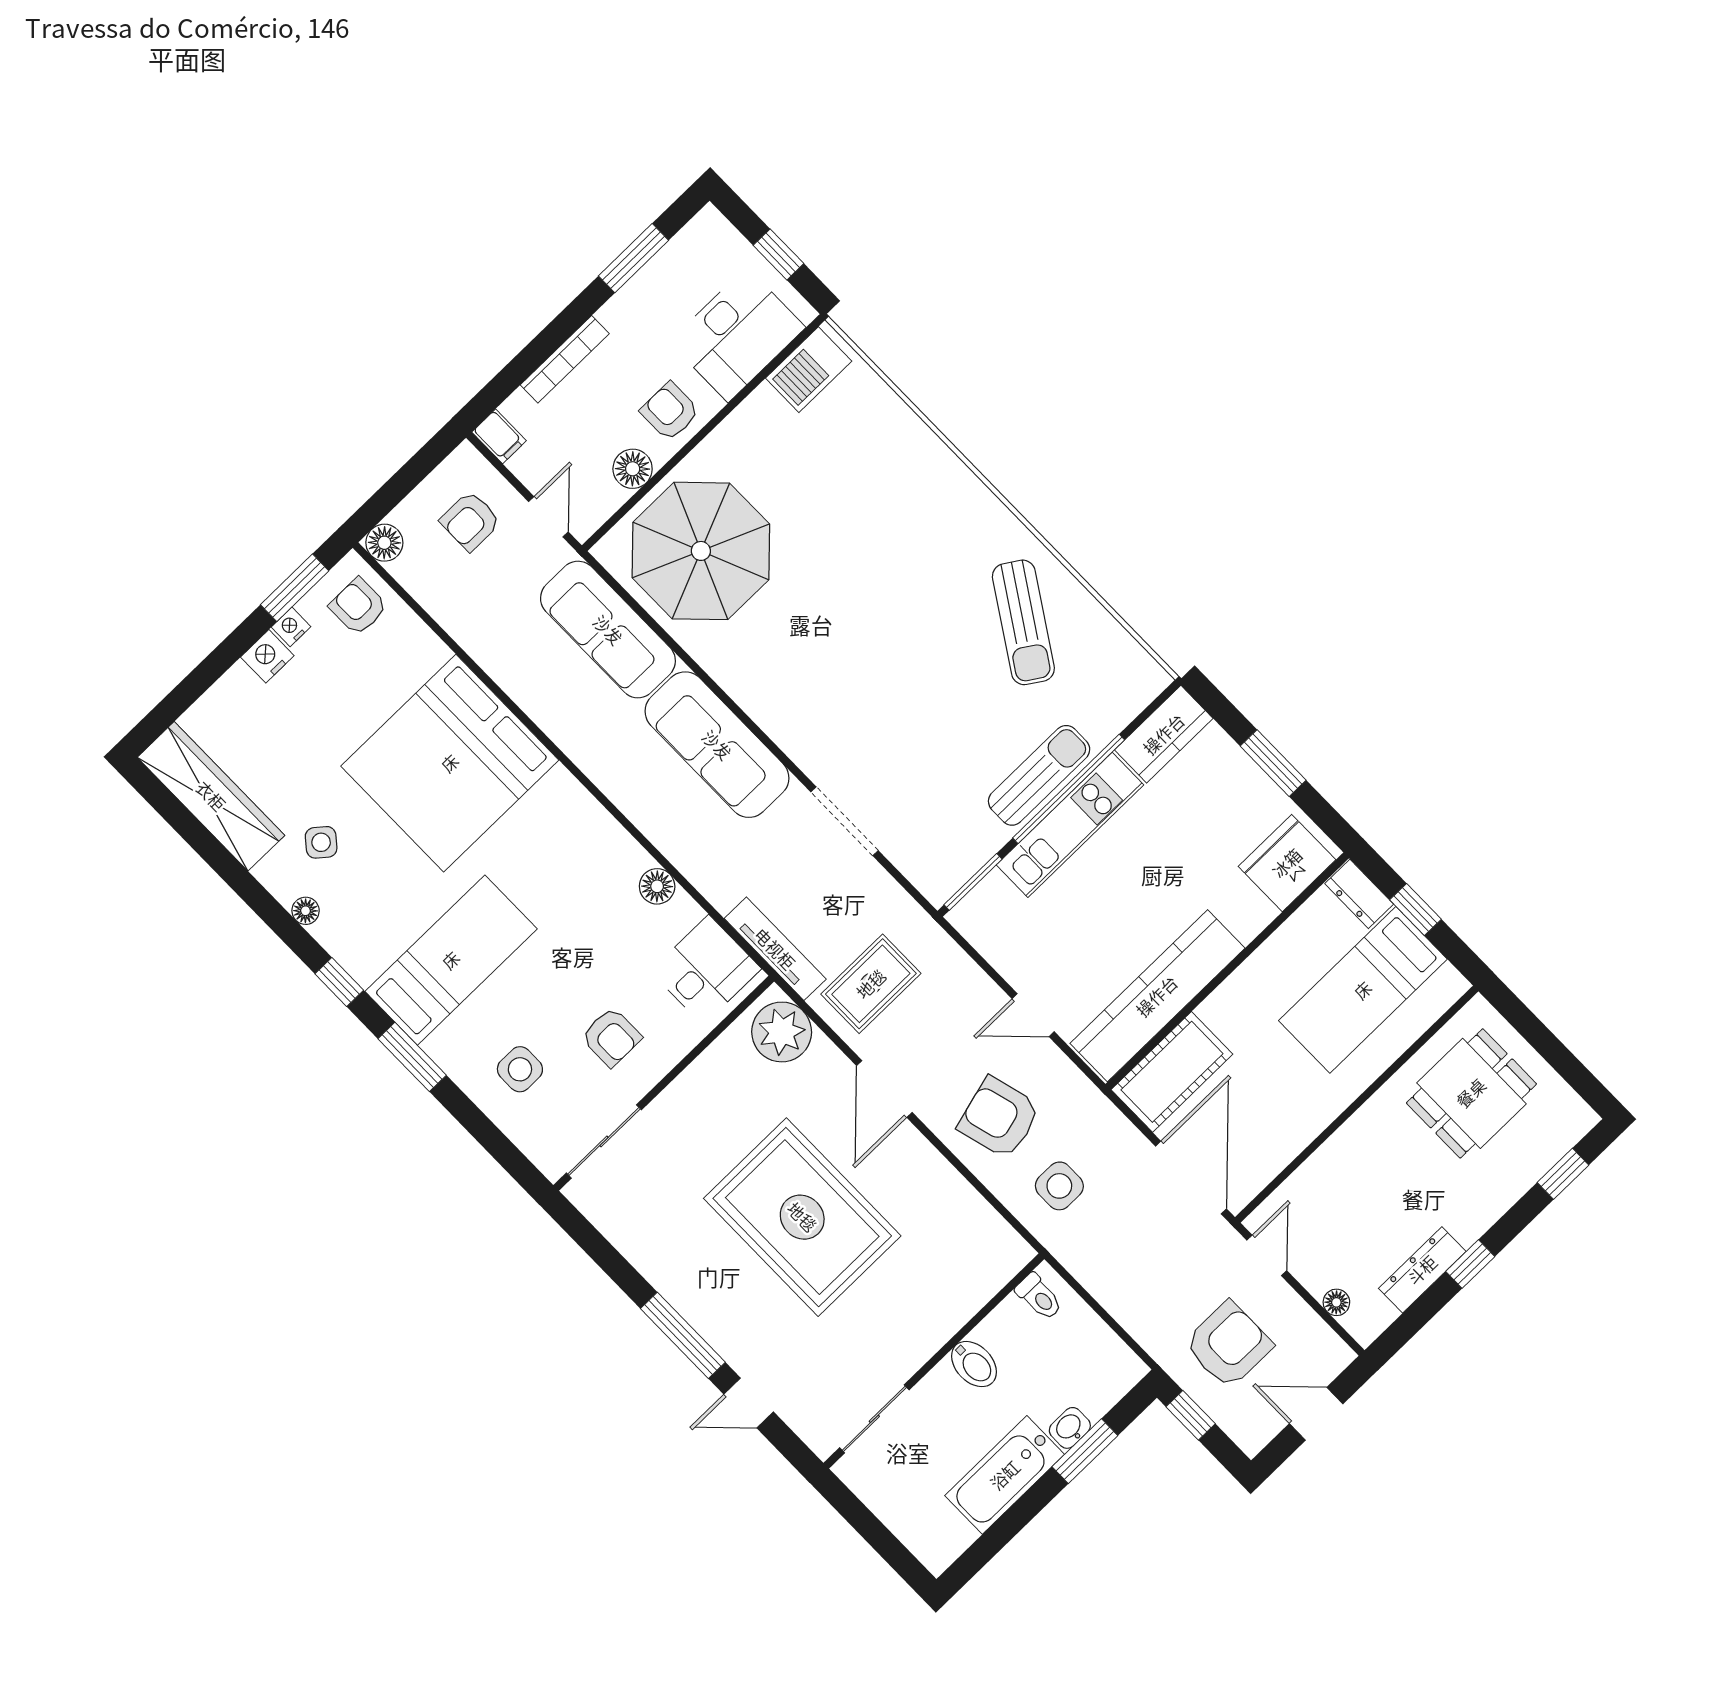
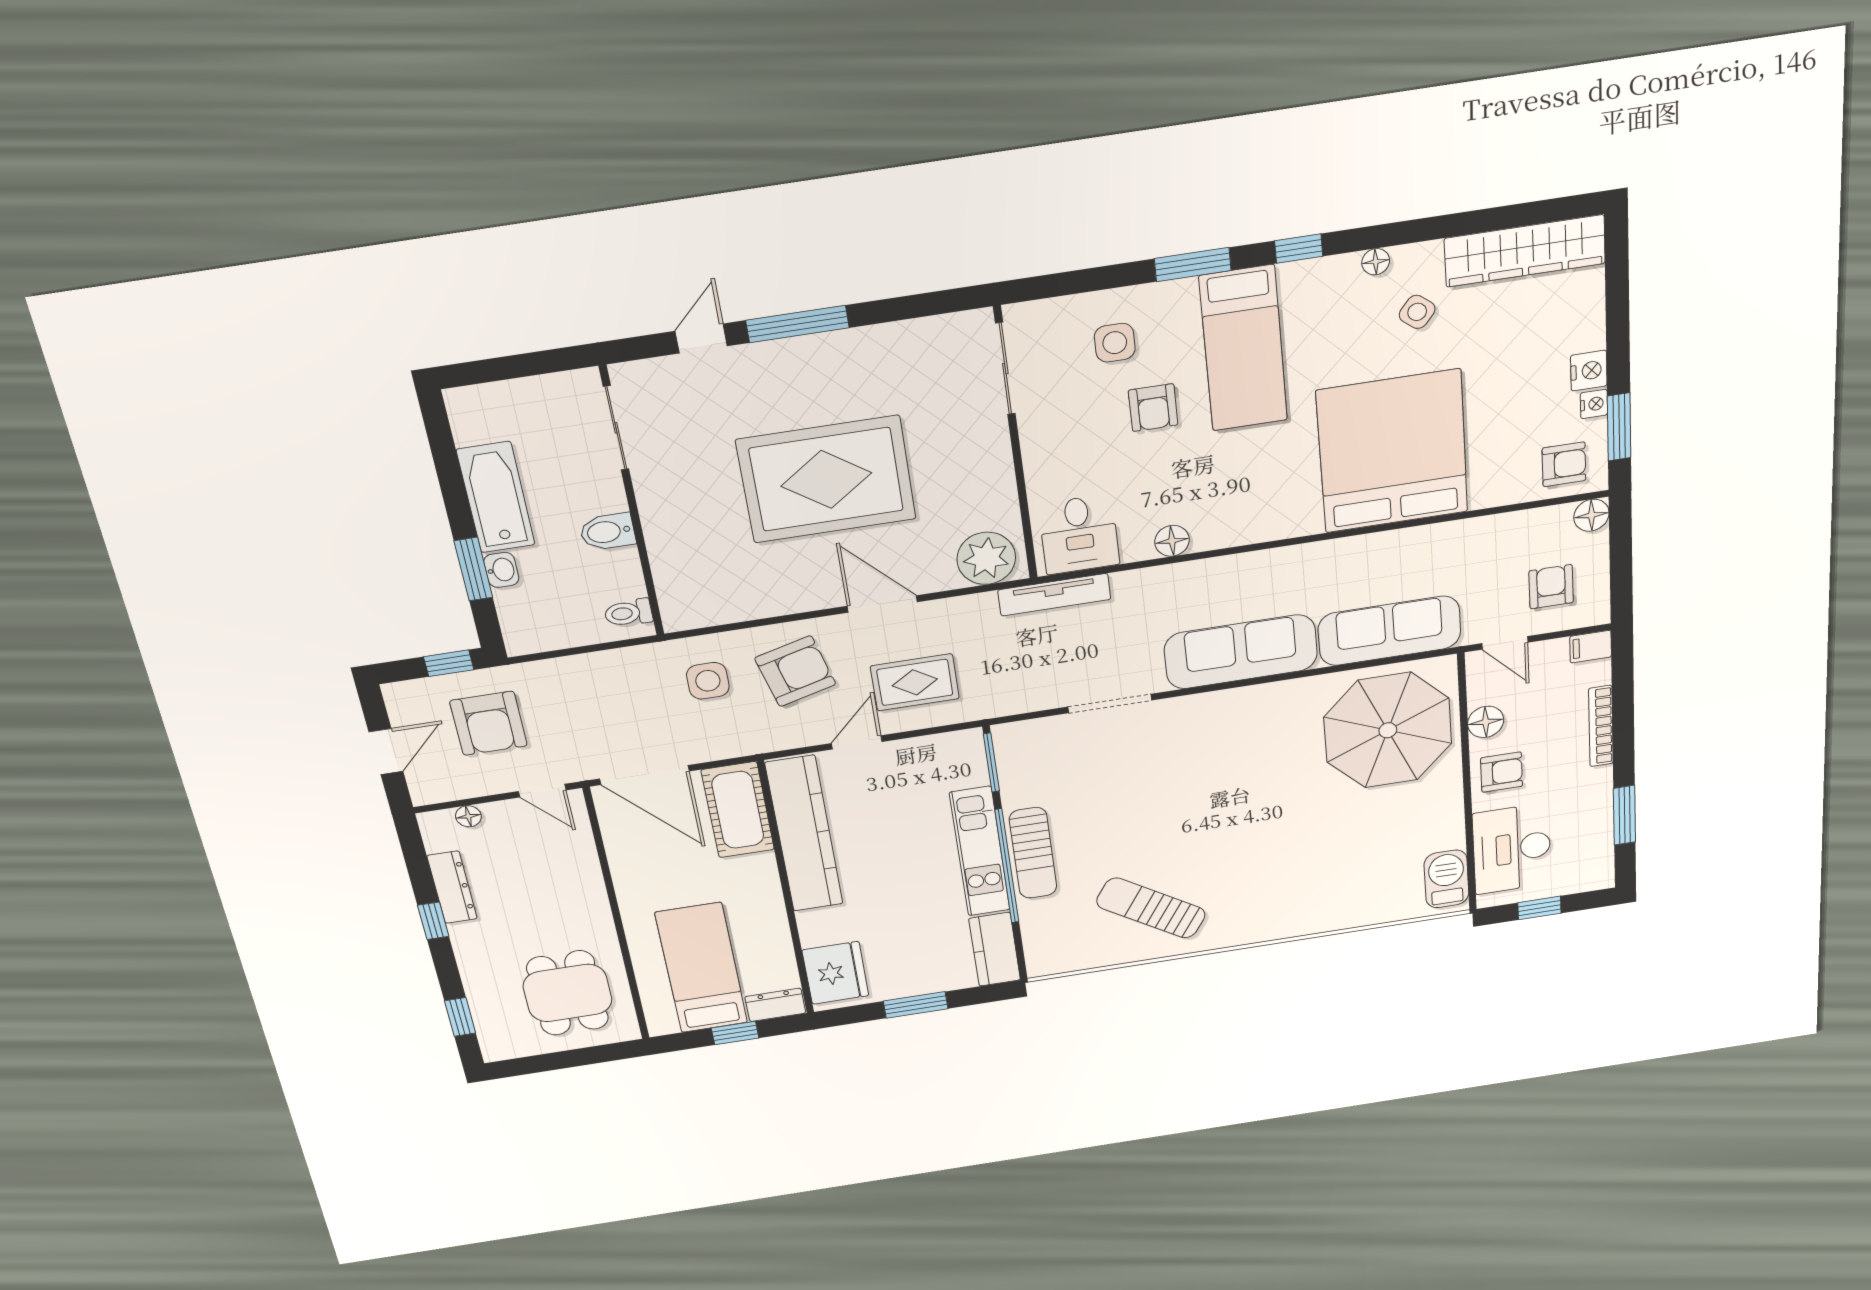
rug: (871, 984) -> (915, 682), moved, turned 90
armchair: (611, 1037) -> (1153, 408), moved, turned -90

